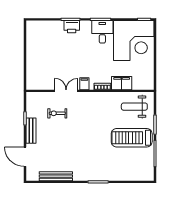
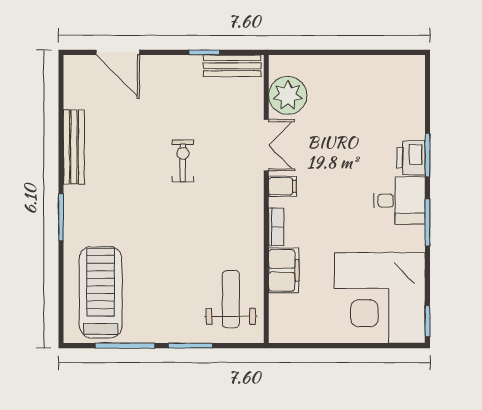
desk: (102, 32) -> (399, 201), moved
plant: (44, 81) -> (288, 95), added
exercise bike: (57, 113) -> (183, 161), moved
bench: (31, 131) -> (232, 66), moved
treadmill: (132, 138) -> (101, 292), moved
door: (25, 157) -> (118, 52), swing flipped
bench: (56, 176) -> (74, 147), moved

